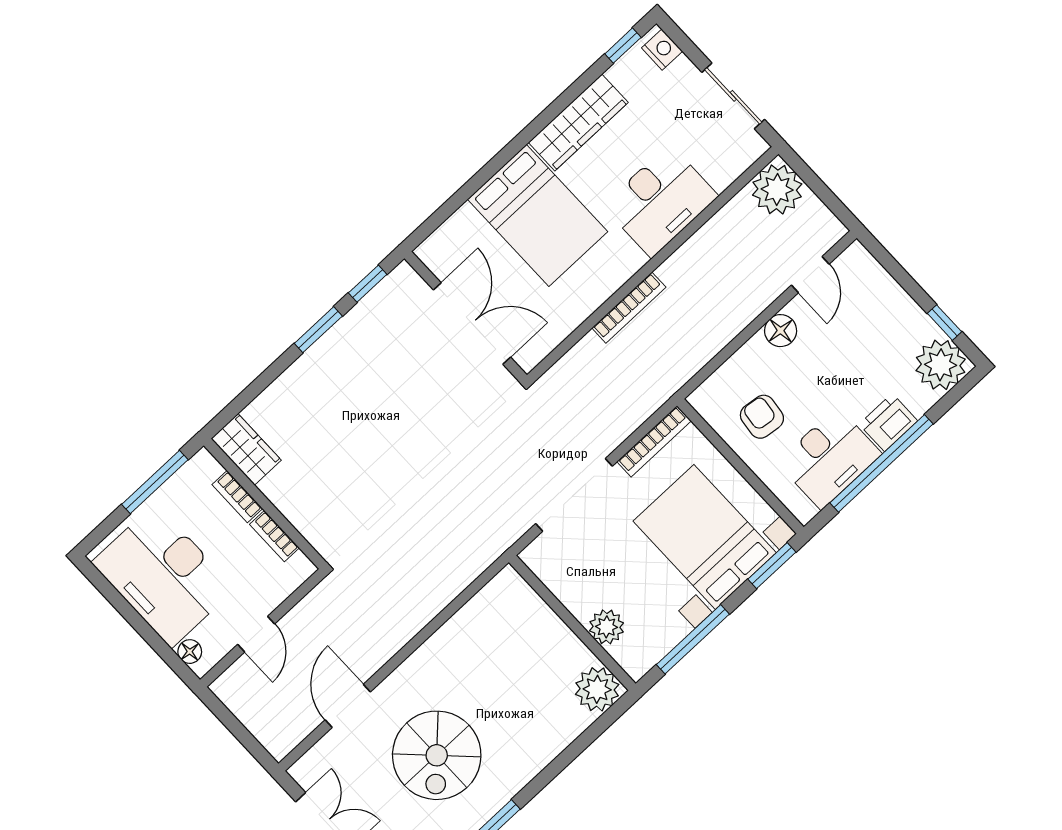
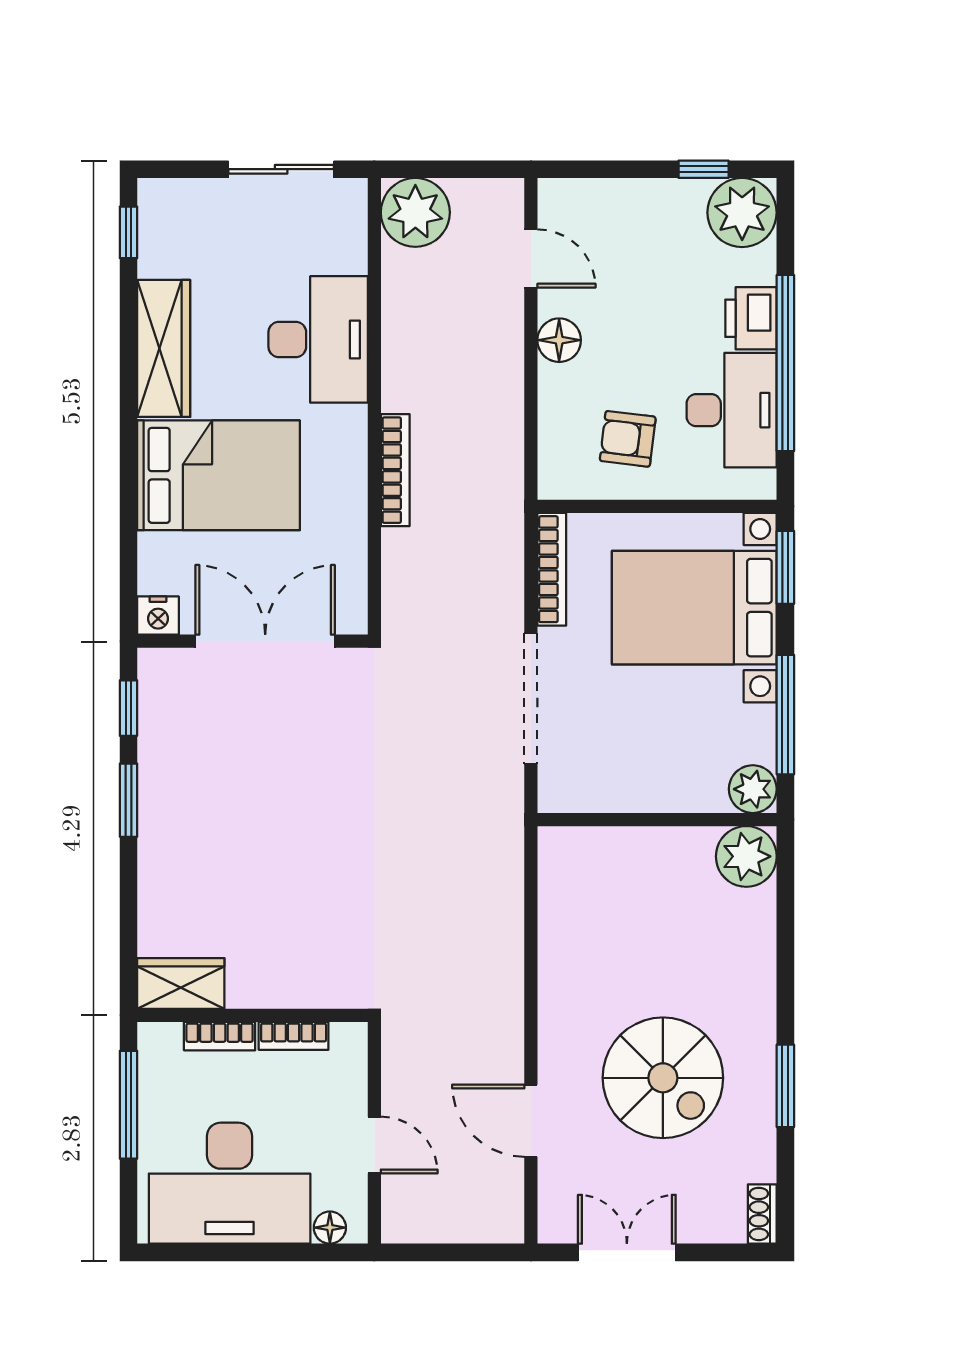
nightstand: (662, 50) -> (158, 616), moved, turned 180
plant: (607, 627) -> (753, 789), moved

